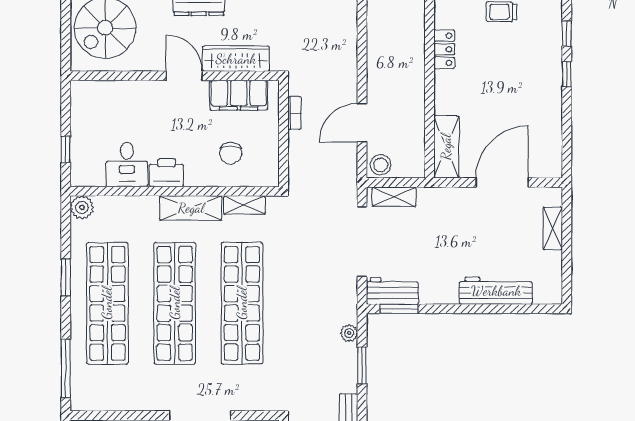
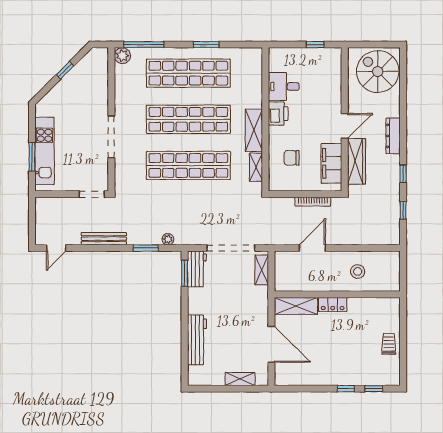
locker: (444, 49) -> (333, 304), moved
bookcase: (295, 113) -> (313, 202), width x1.56
door: (362, 123) -> (312, 248), hinge flipped
window: (66, 150) -> (315, 44), moved
stool: (381, 165) -> (358, 271), moved
plant: (82, 207) -> (122, 56), moved

